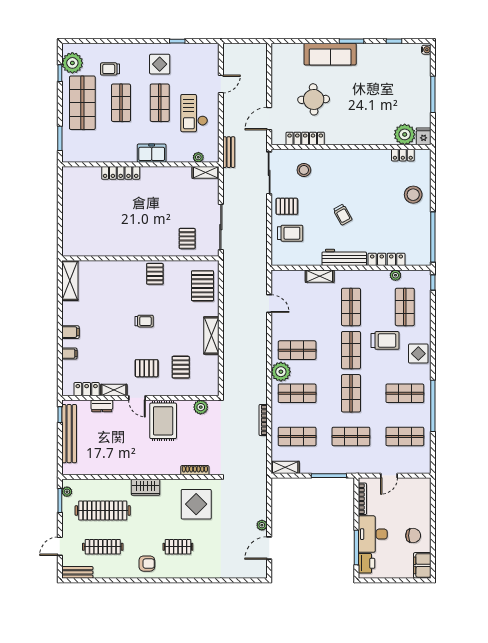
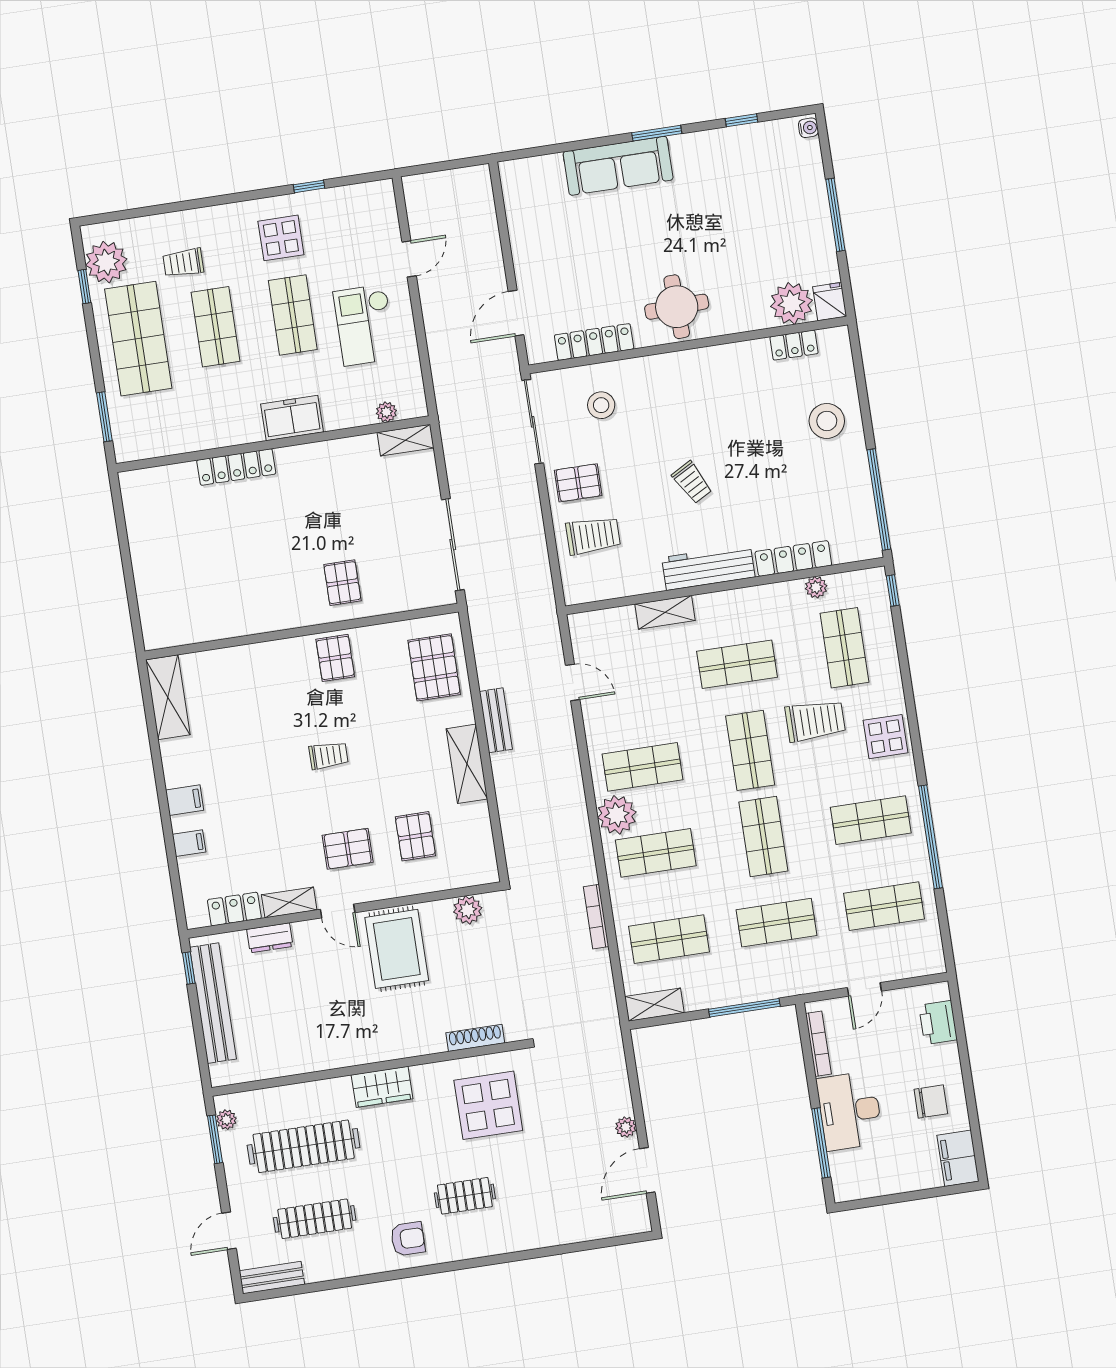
round table: (314, 99) -> (677, 307), moved
bench: (229, 152) -> (496, 720), moved
pallet: (187, 238) -> (342, 583), moved
shop shelf: (351, 307) -> (737, 664), turned 90
printer: (367, 563) -> (938, 1022), moved, turned 180

